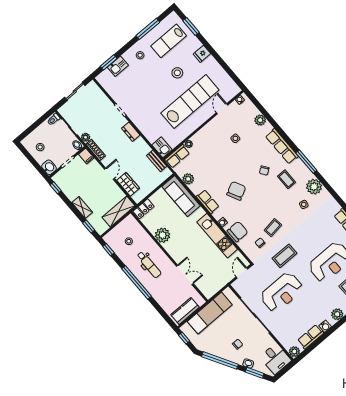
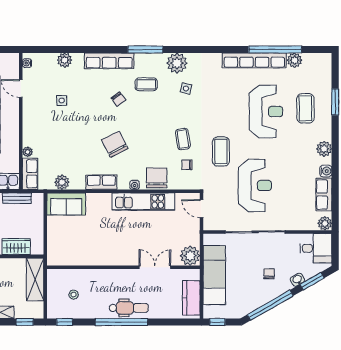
sofa: (181, 196) -> (66, 204), width x0.73
locker: (144, 209) -> (54, 252), removed
plant: (163, 235) -> (190, 256), moved
dental chair: (149, 265) -> (129, 308), moved

